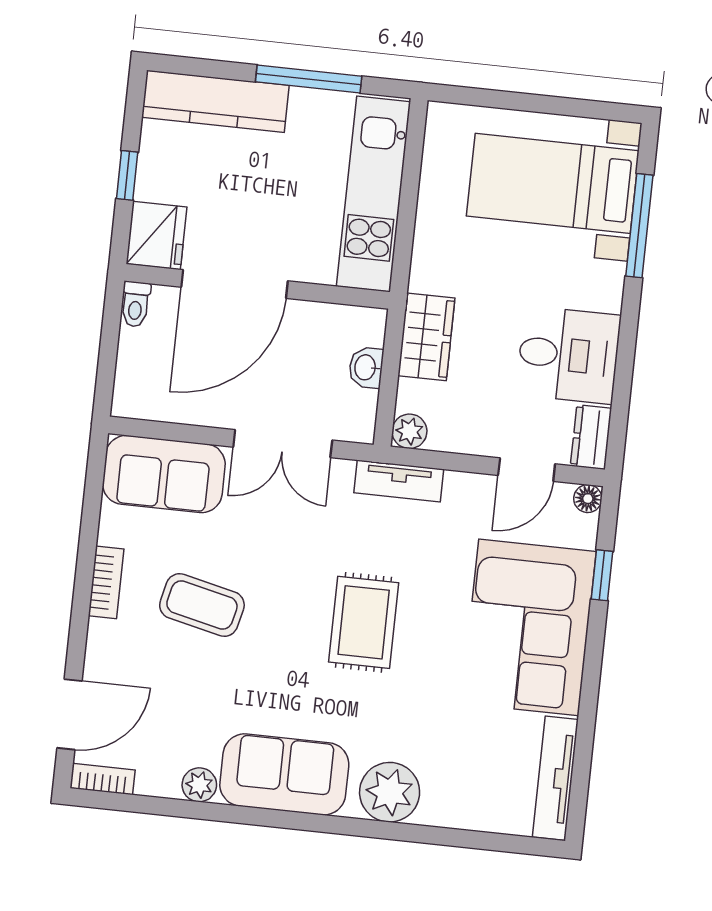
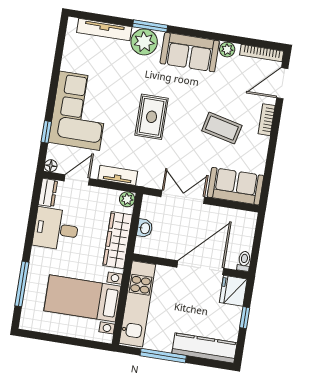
bed with nightstands: (553, 183) -> (82, 298), moved, turned 180
wardrobe: (426, 337) -> (118, 240), width x1.50
tv unit: (399, 481) -> (118, 175), moved
bookcase: (106, 582) -> (267, 120), moved
tv unit: (555, 778) -> (104, 30), moved, turned 90
bookcase: (103, 779) -> (262, 53), width x1.56
window: (378, 829) -> (150, 26), added

